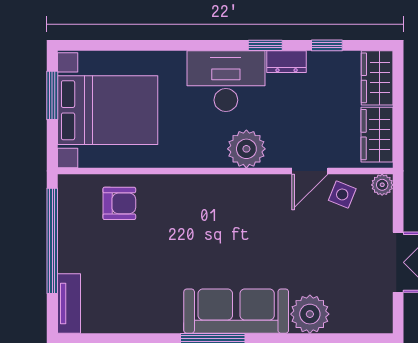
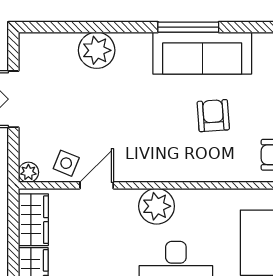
armchair: (186, 245) -> (213, 116), added
sofa: (236, 311) -> (202, 53), moved

